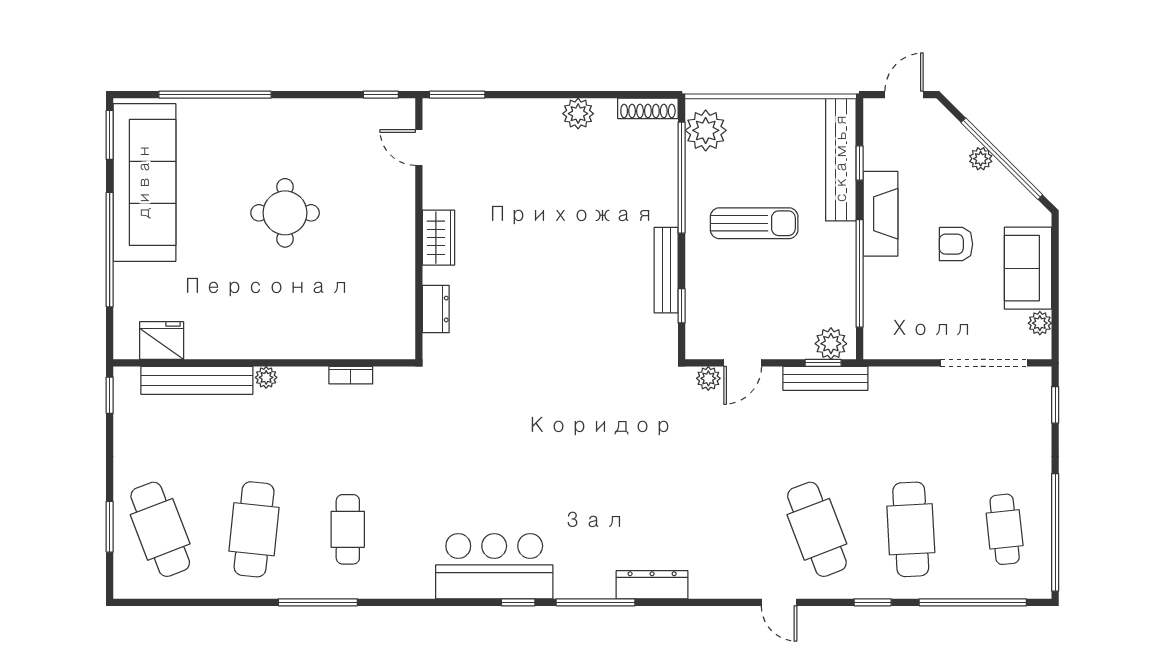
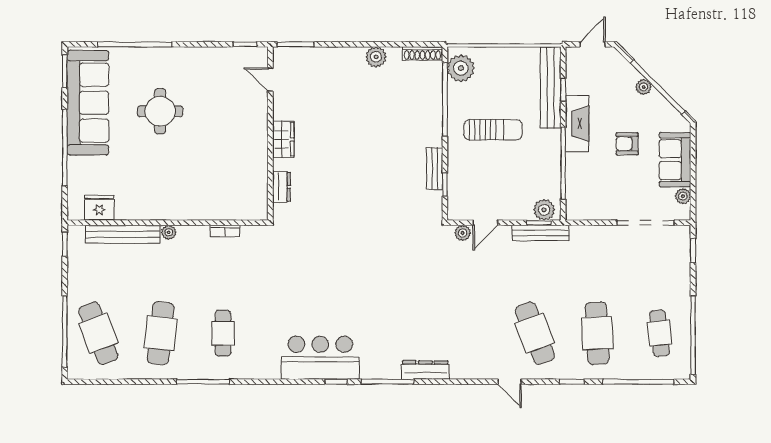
round table: (285, 213) -> (160, 111), moved
bench: (666, 270) -> (435, 169), width x0.73
window: (110, 527) -> (65, 332), width x2.11

